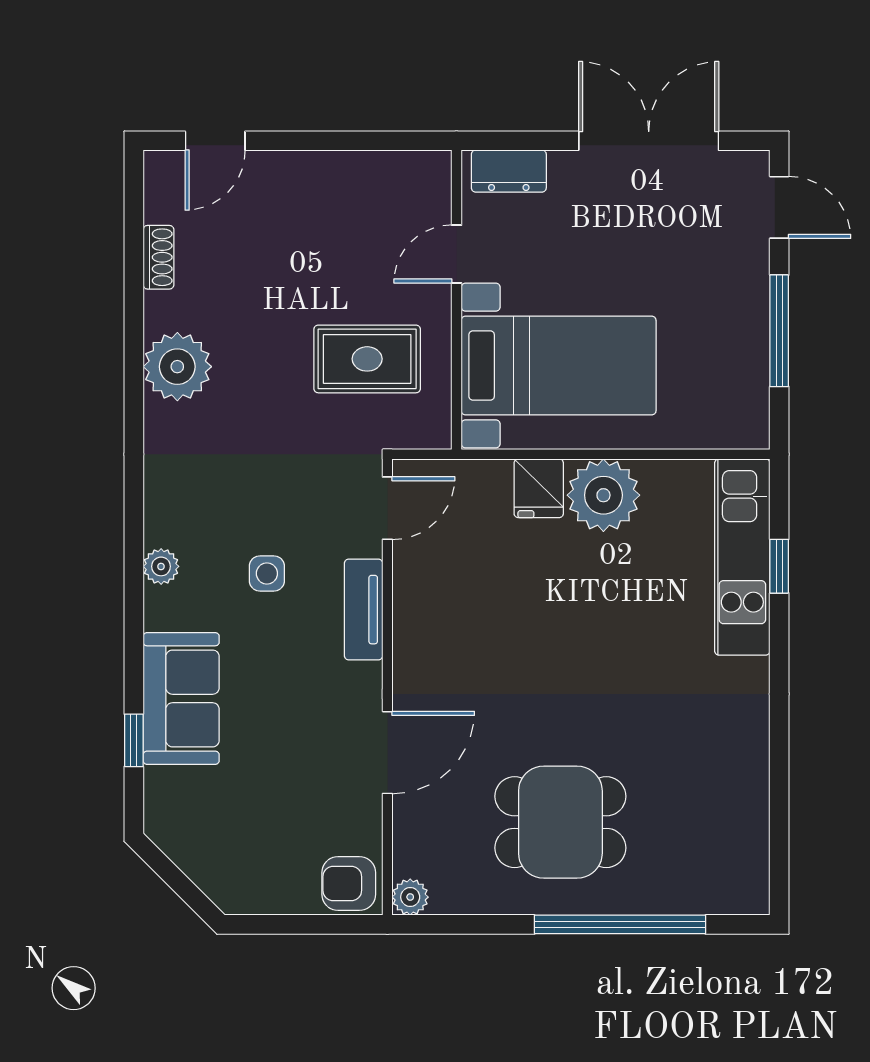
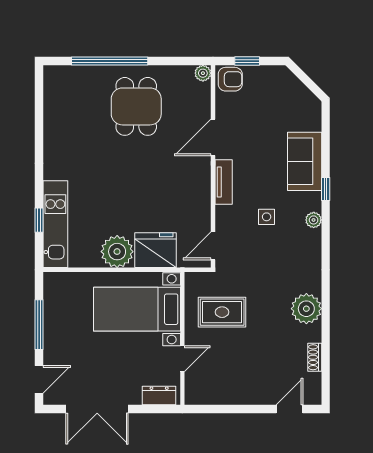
door: (779, 207) -> (39, 379), swing flipped
fridge: (539, 488) -> (156, 250), width x1.88, depth x1.34
tv unit: (364, 610) -> (224, 182), moved
window: (134, 740) -> (326, 189), moved
dining table: (560, 822) -> (136, 106), turned 90
window: (311, 924) -> (247, 61), added

